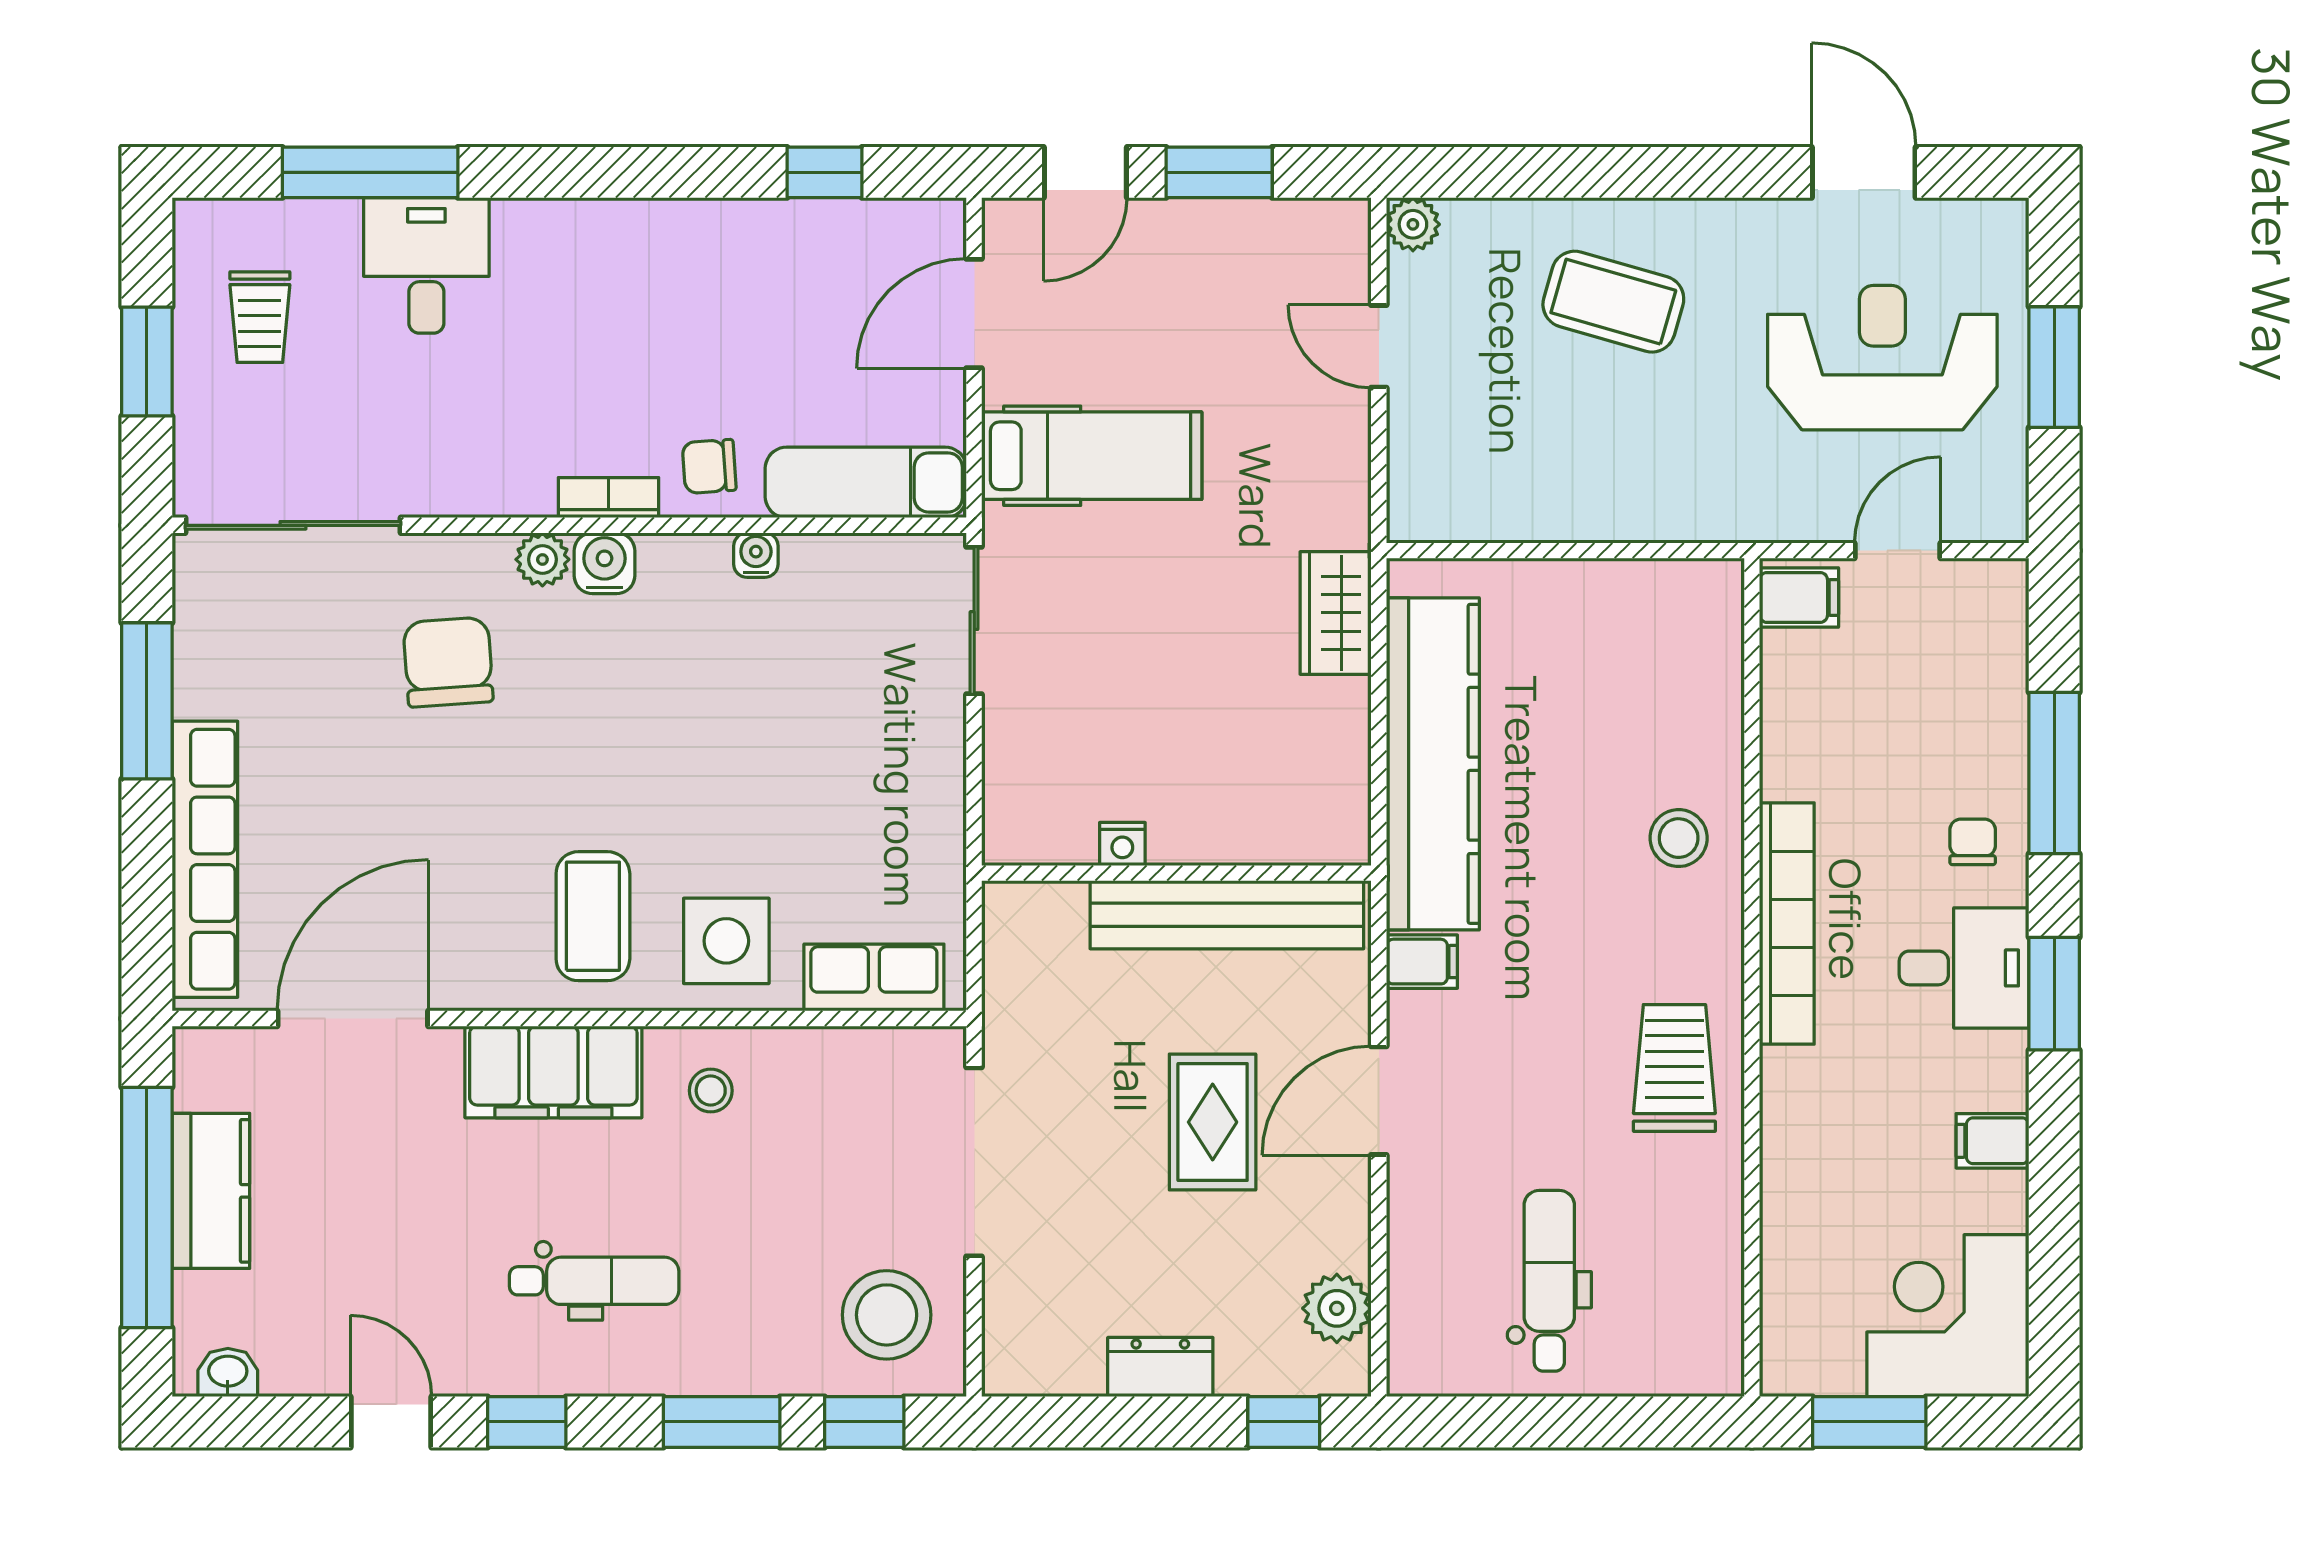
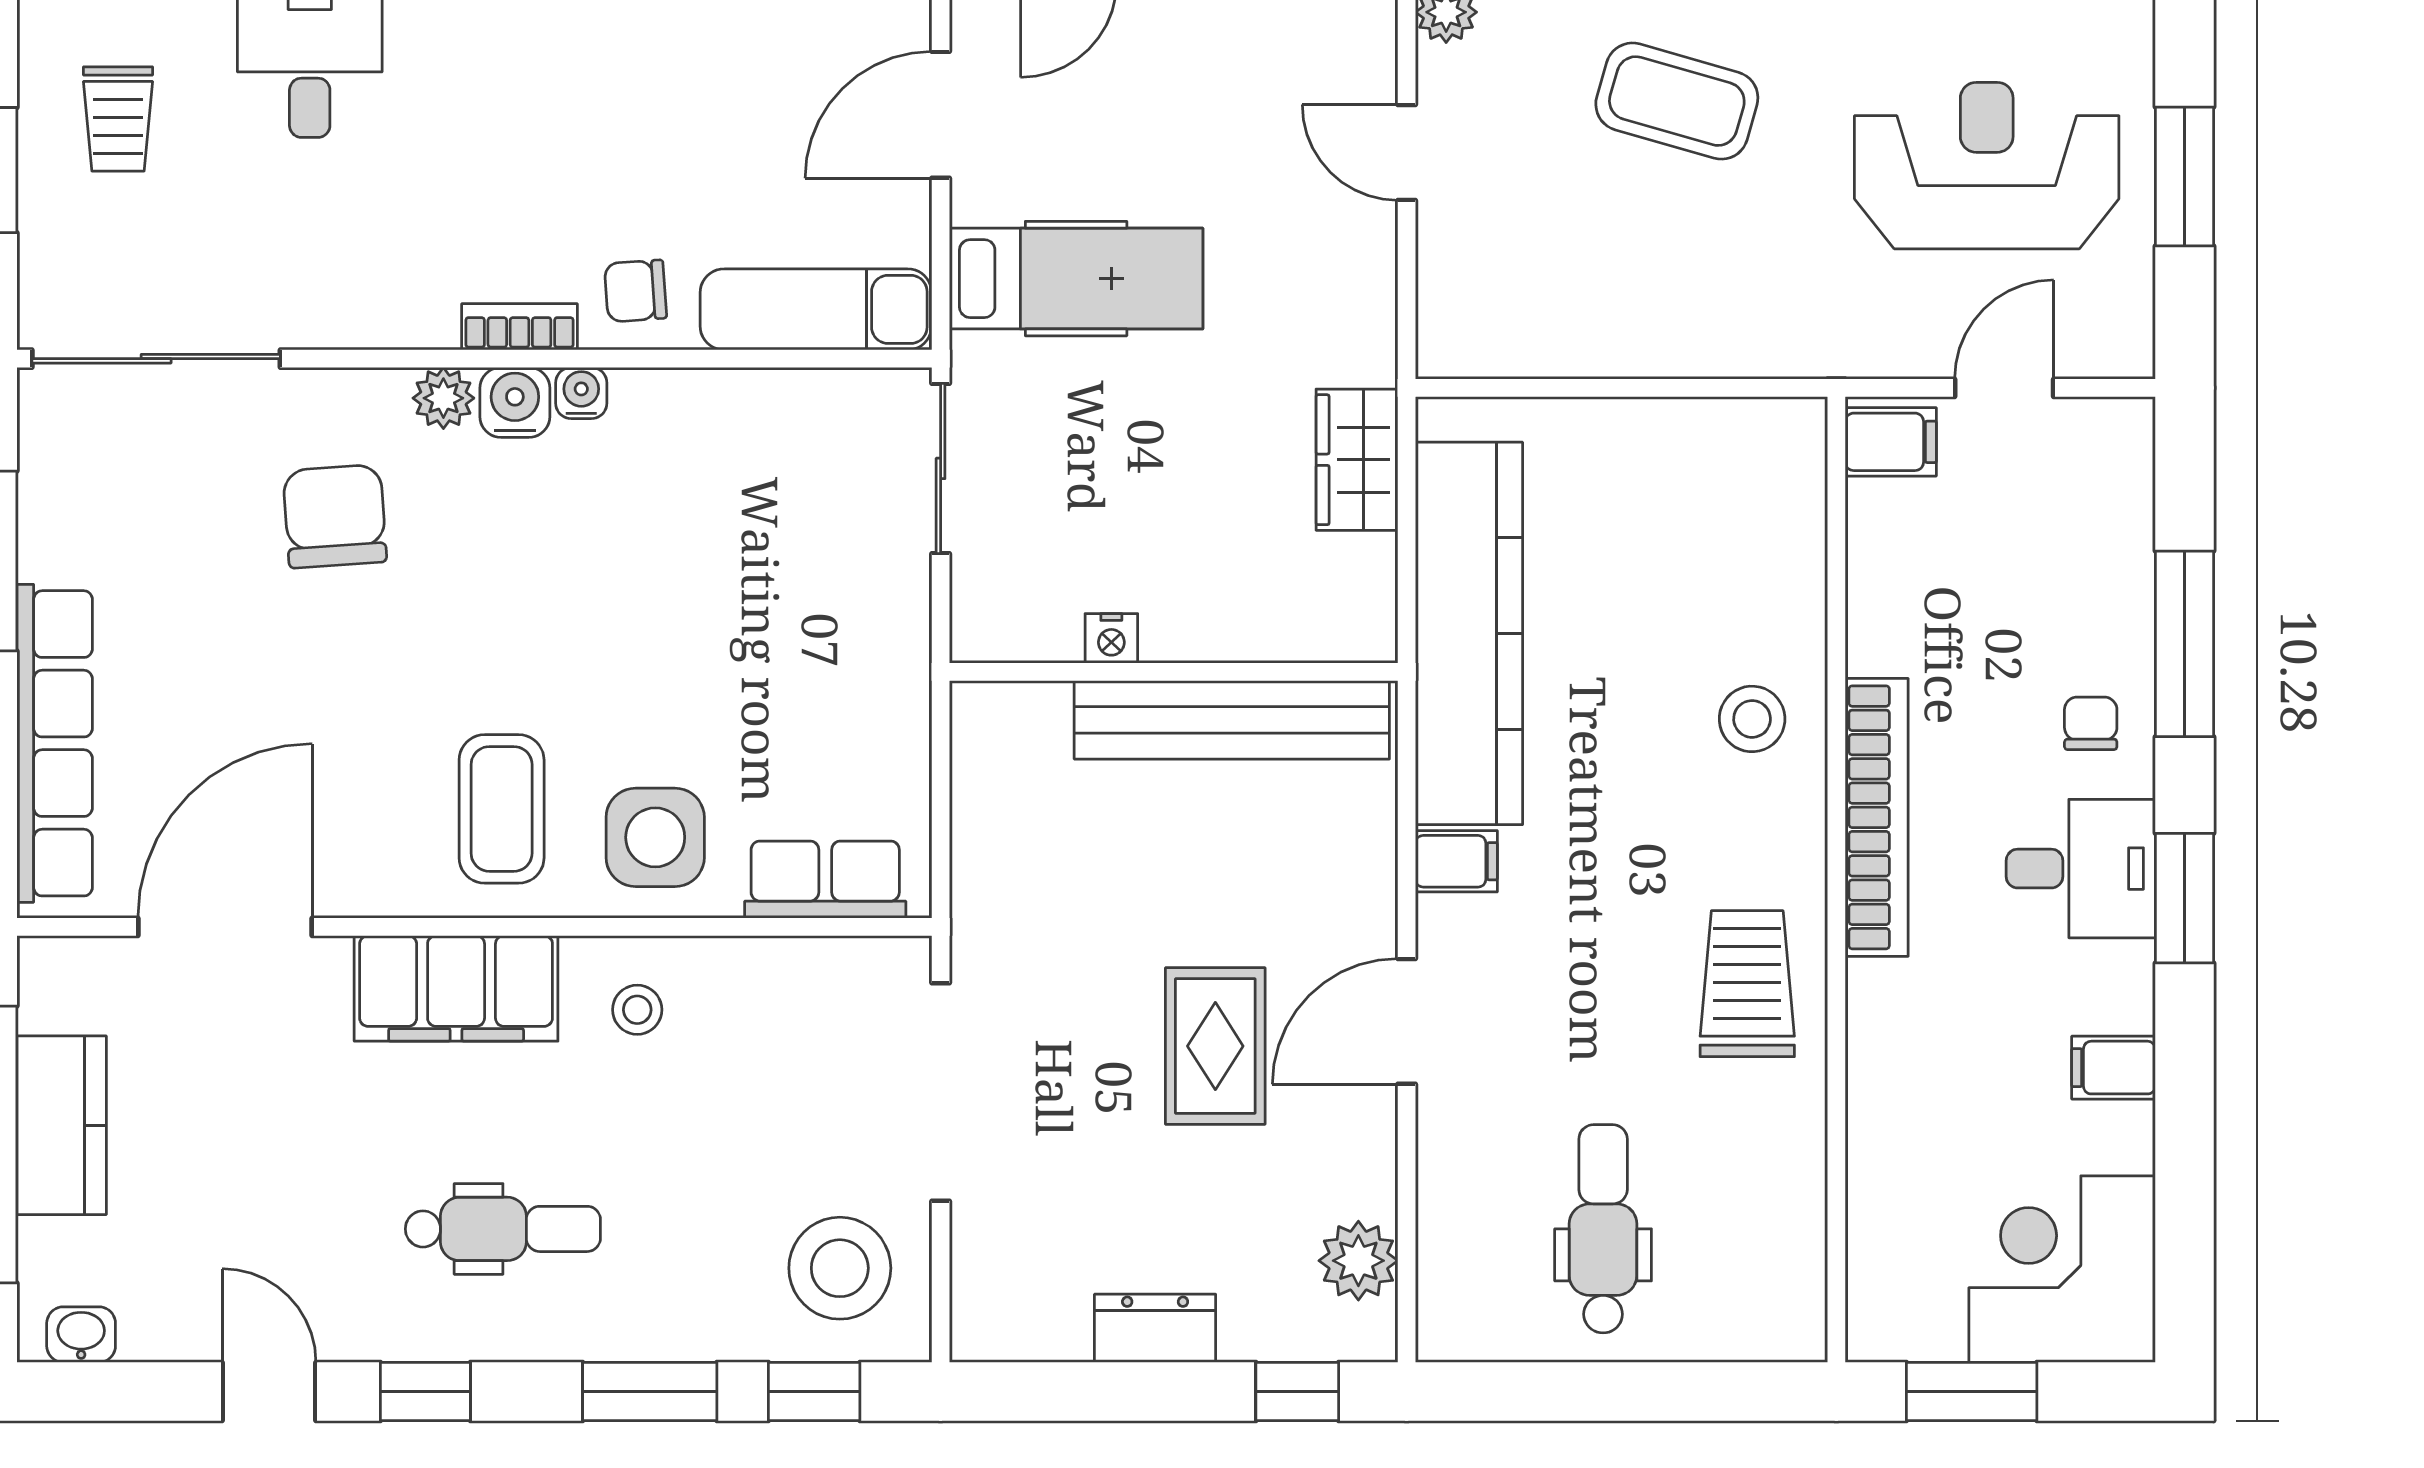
water cooler: (756, 555) -> (581, 393), moved
nightstand: (1122, 844) -> (1111, 638), moved
wall: (1176, 873) -> (1174, 672), moved
bench: (1227, 915) -> (1232, 720), moved

